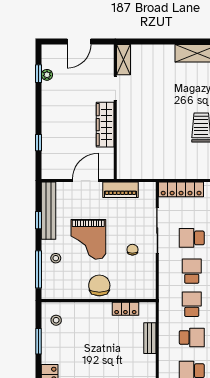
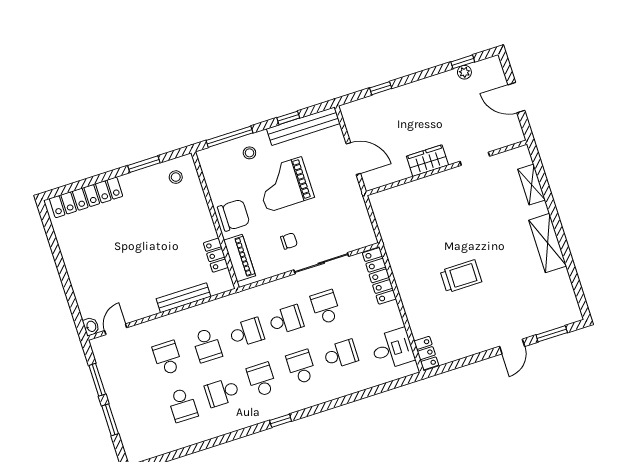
shelving: (124, 60) -> (531, 185), moved, turned 90
wardrobe: (105, 125) -> (427, 161), width x0.67
piano: (120, 190) -> (240, 258), moved, turned 180
bench: (150, 338) -> (184, 298), width x1.36

